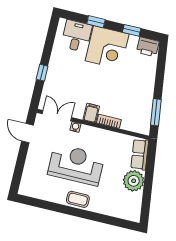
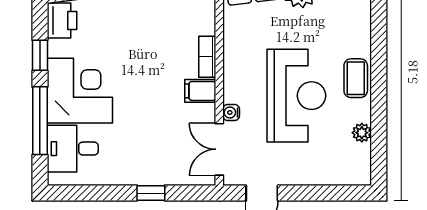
window: (96, 22) -> (40, 121), width x2.17
reception desk: (76, 165) -> (296, 96), turned 180
plant: (47, 195) -> (362, 133), added

